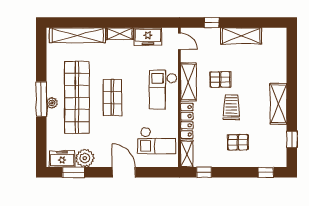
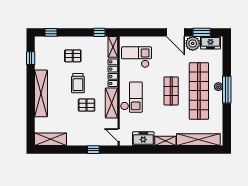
shelving: (241, 36) -> (50, 139), moved
shelving: (278, 104) -> (41, 93), width x1.47
door: (124, 172) -> (176, 32), moved

